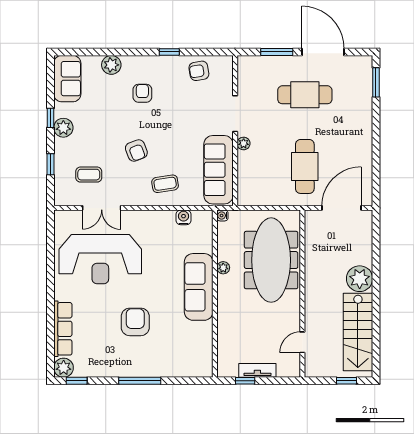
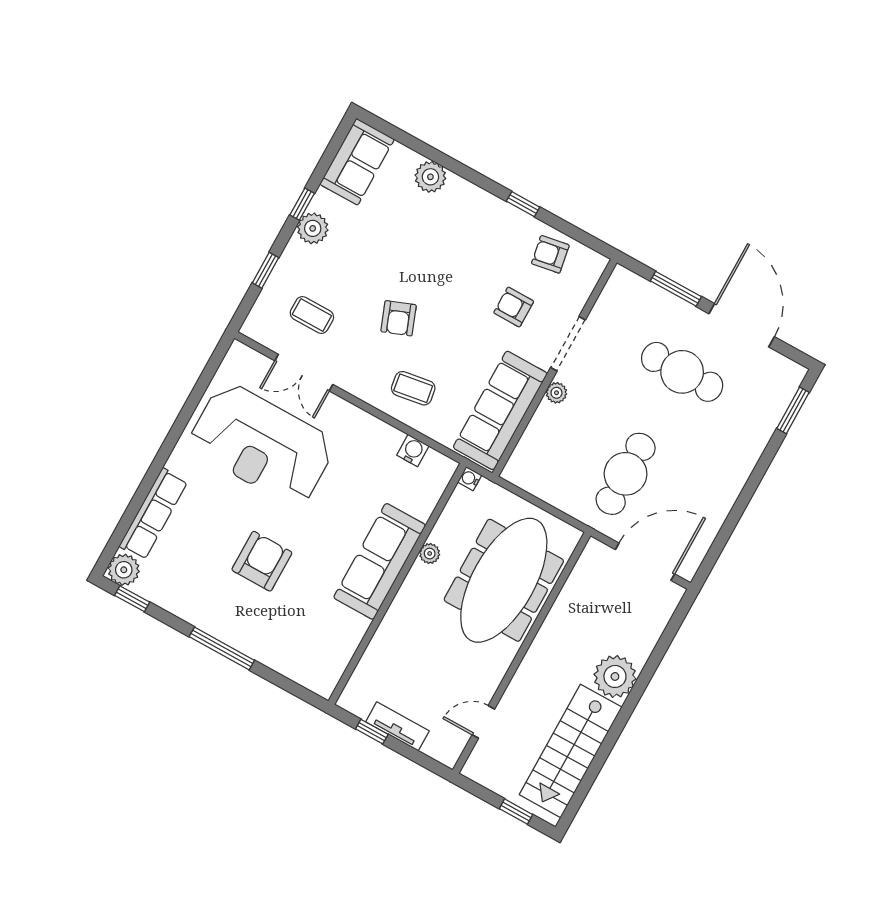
armchair: (142, 93) -> (514, 307), moved, turned -90

